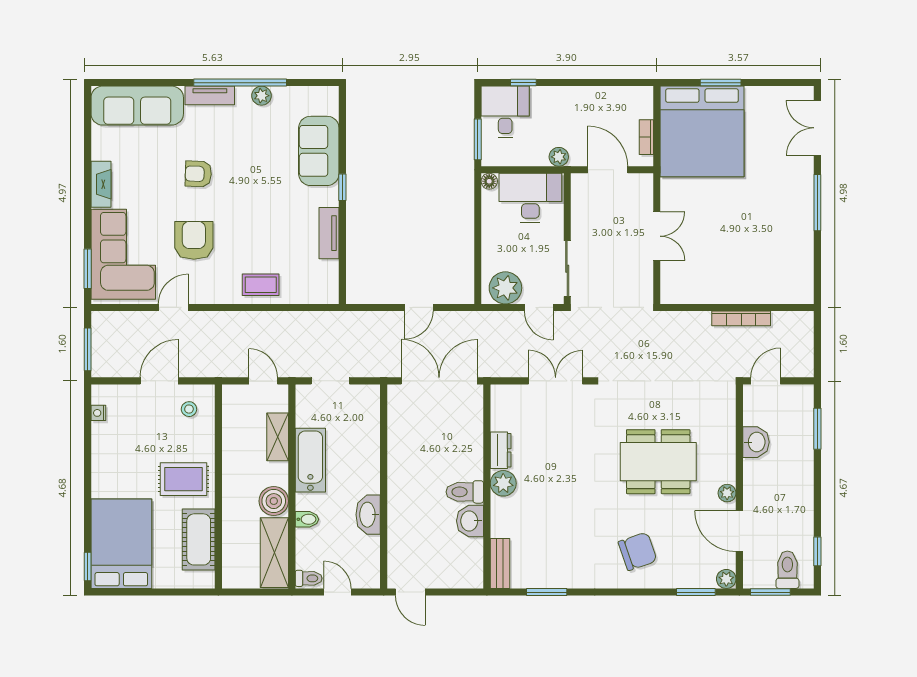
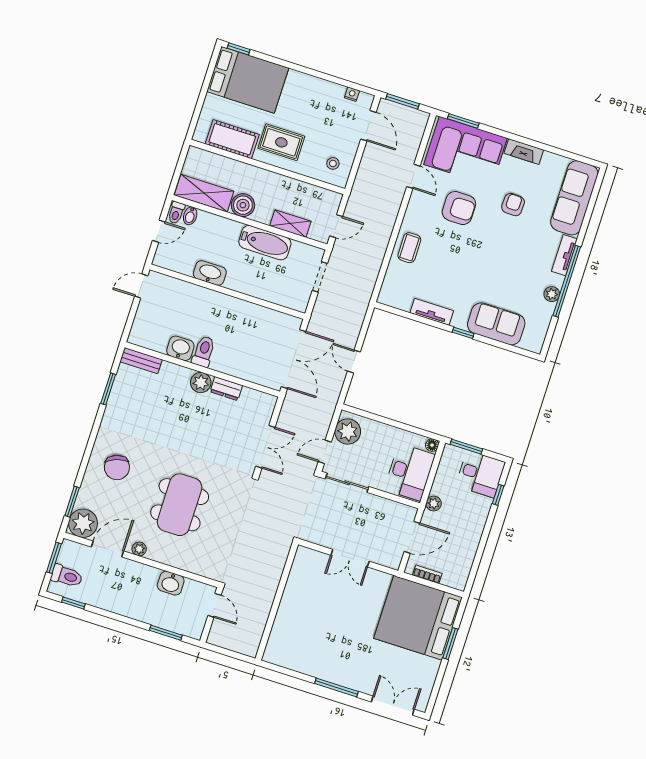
armchair: (198, 174) -> (513, 205), moved
bookcase: (741, 318) -> (268, 602), removed
door: (159, 381) -> (368, 126), moved
rug: (184, 479) -> (281, 142), turned 90
bidet: (307, 519) -> (190, 216), moved
plant: (726, 579) -> (83, 523), width x1.87, depth x1.87

